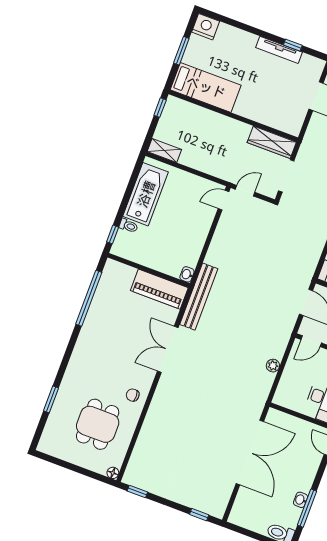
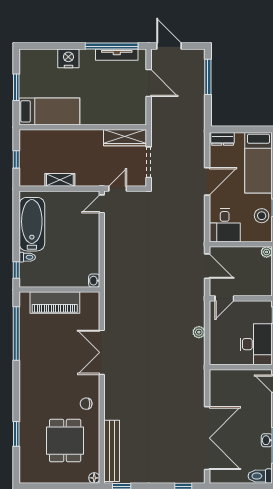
nightstand: (206, 27) -> (68, 58), moved
window: (293, 45) -> (112, 46), width x3.17
tv unit: (279, 50) -> (117, 55), moved
window: (160, 108) -> (16, 159), moved
shelving: (164, 150) -> (60, 180), moved
piano: (159, 289) -> (55, 303), moved
bench: (199, 297) -> (112, 451), moved
double door: (250, 453) -> (207, 438), moved

